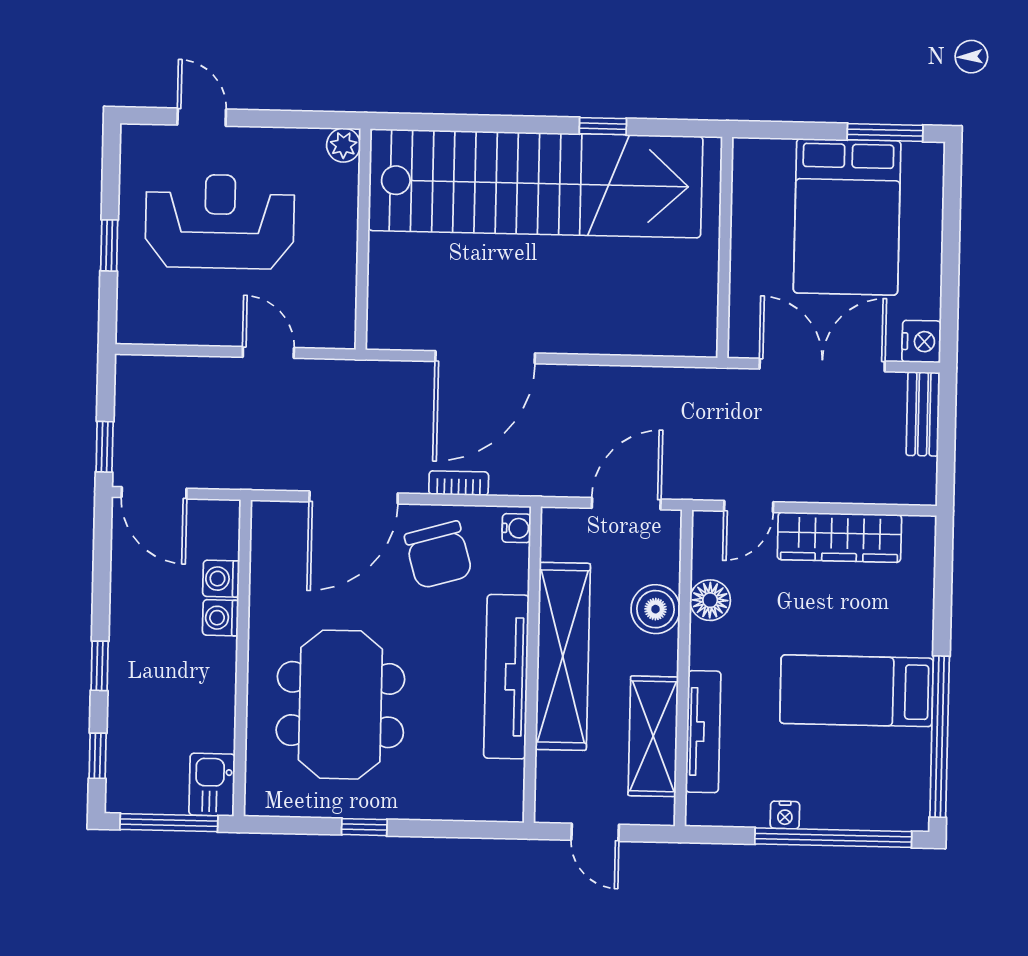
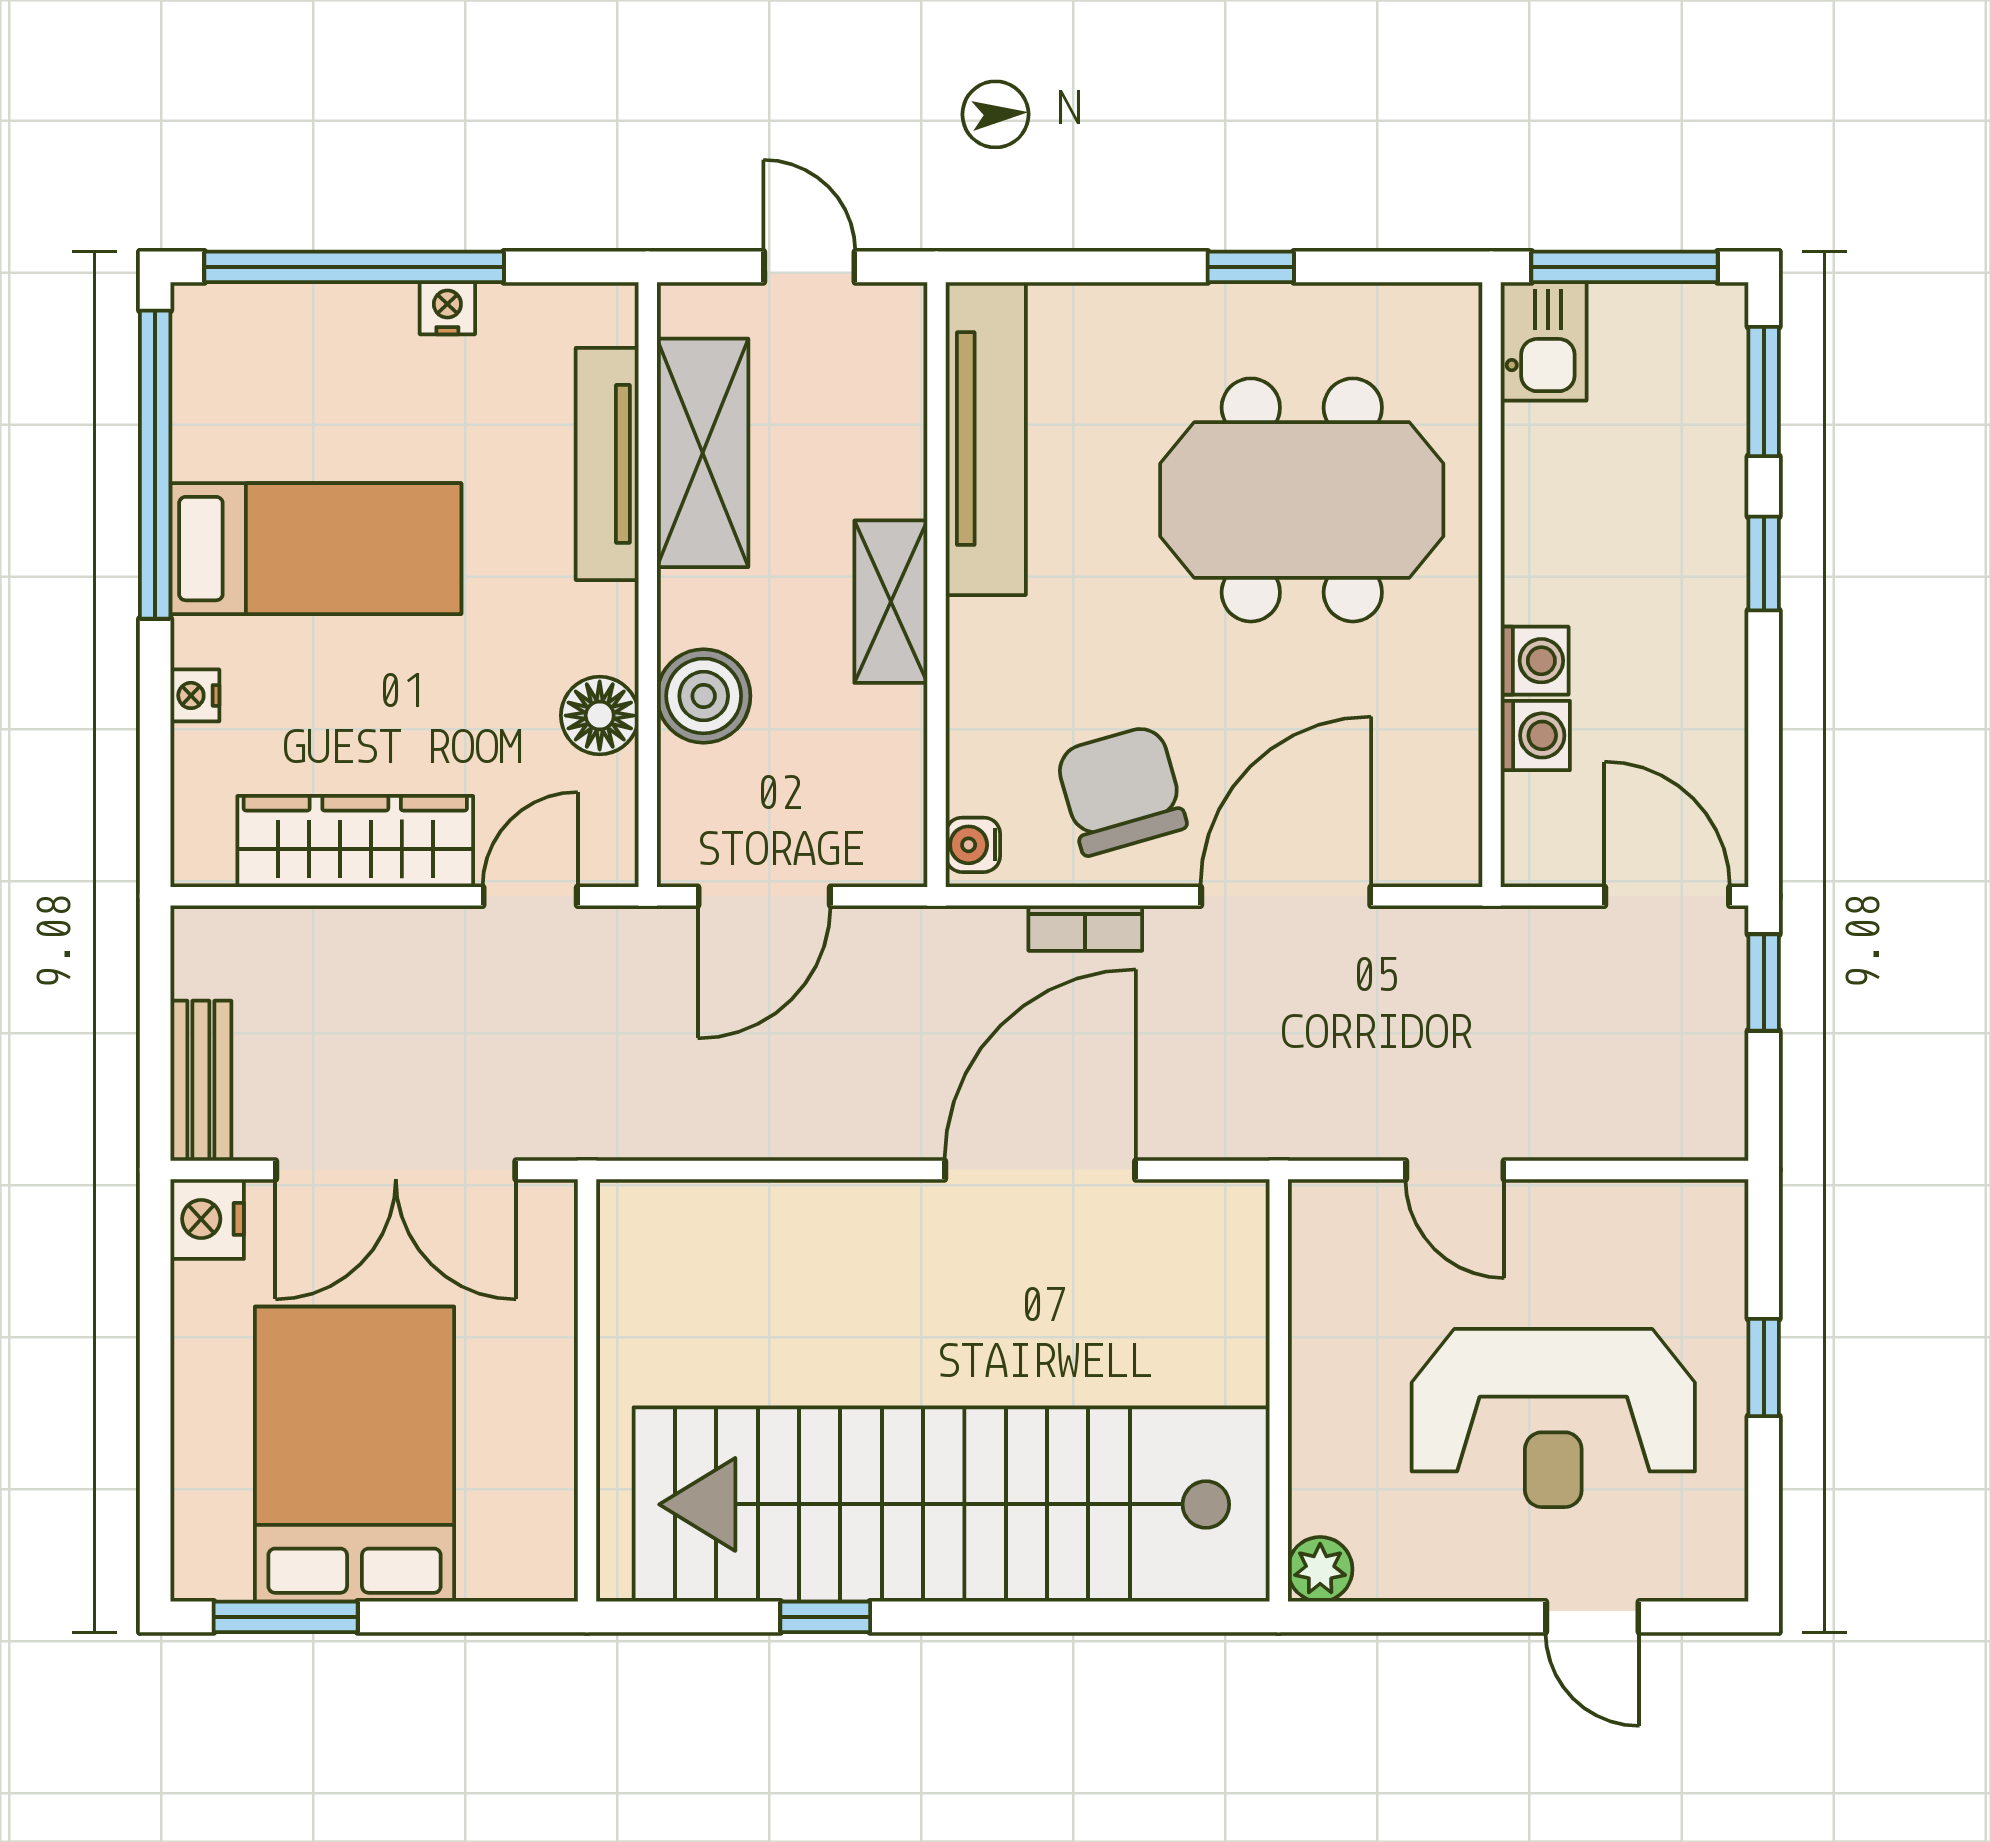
nightstand: (922, 615) -> (195, 695), added
shelving: (563, 656) -> (891, 602), width x0.45, depth x0.75
tv unit: (506, 677) -> (986, 439), moved
meeting table: (340, 705) -> (1302, 500), turned 90
window: (98, 756) -> (1764, 392), width x1.50

